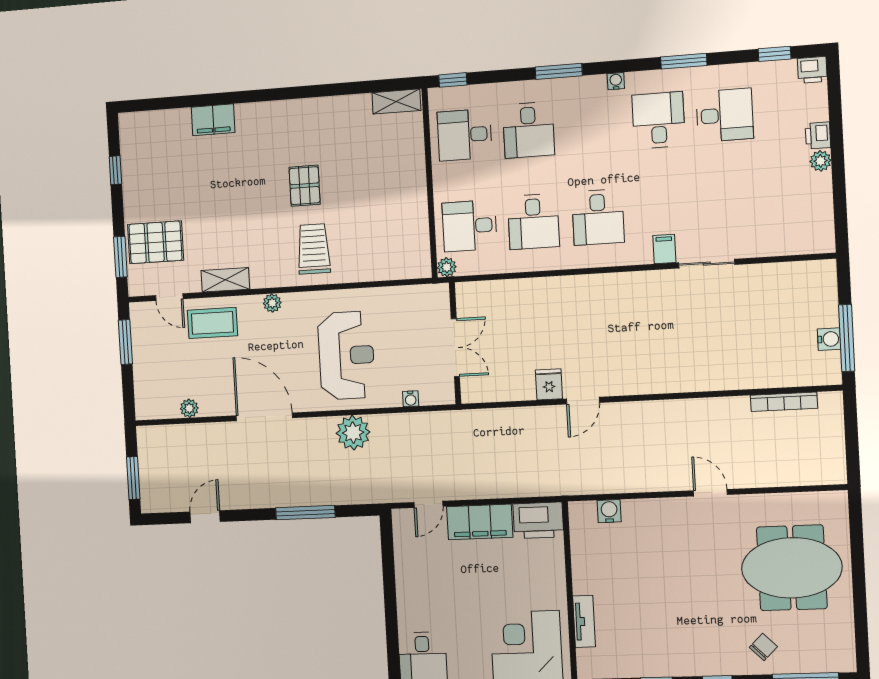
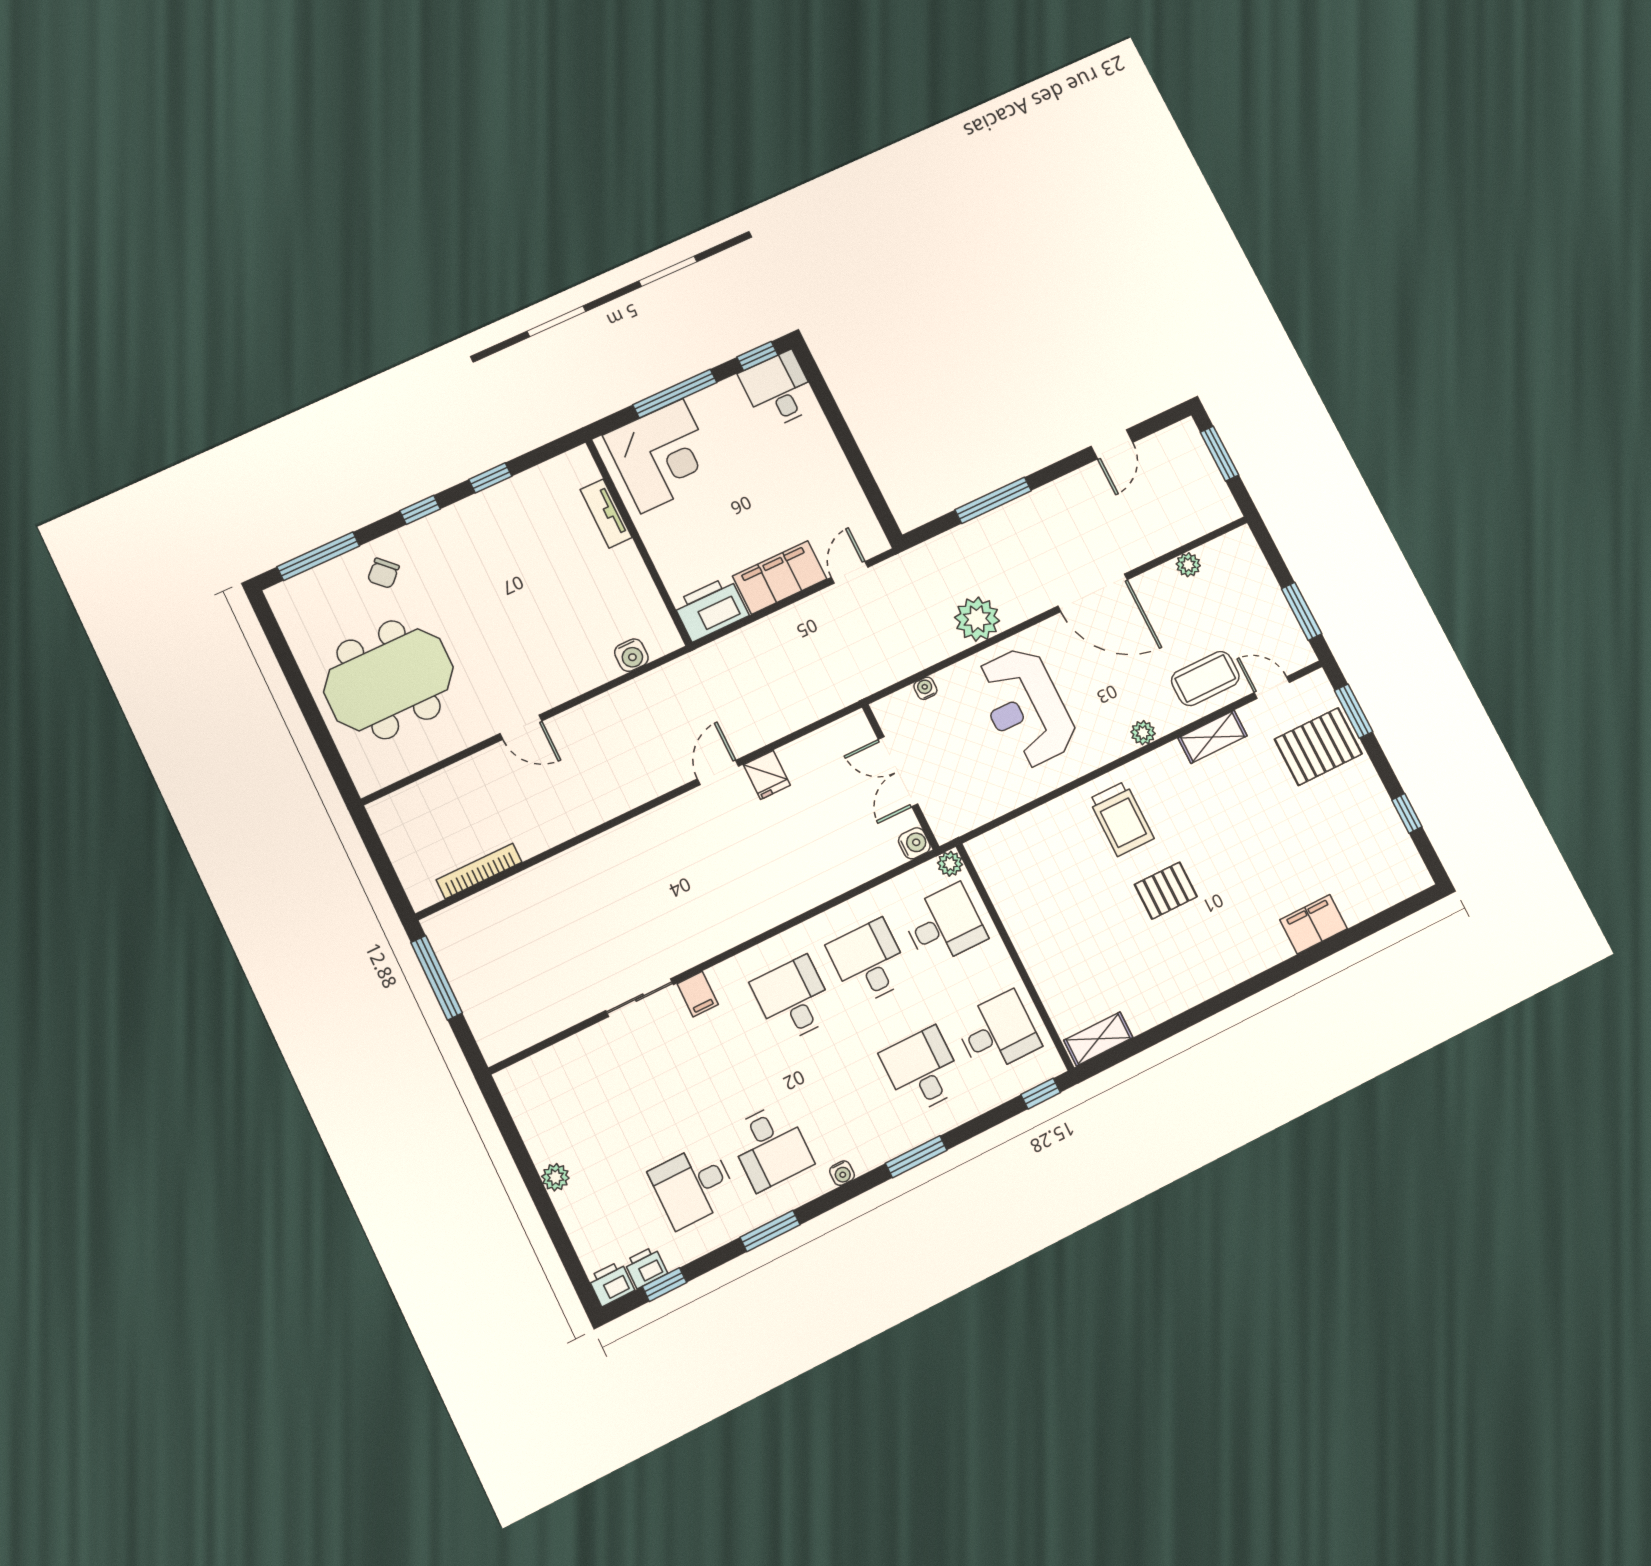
printer: (818, 135) -> (646, 1267), moved, turned -90
pallet: (305, 186) -> (1166, 891), turned 90
water cooler: (829, 339) -> (914, 843), moved, turned 180

